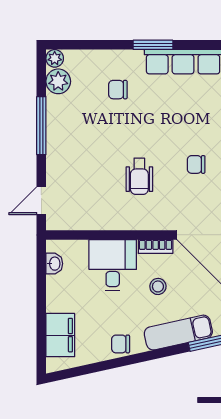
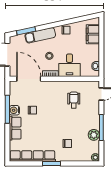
plant: (58, 81) -> (94, 135), moved
wheelchair: (139, 176) -> (74, 100), moved

